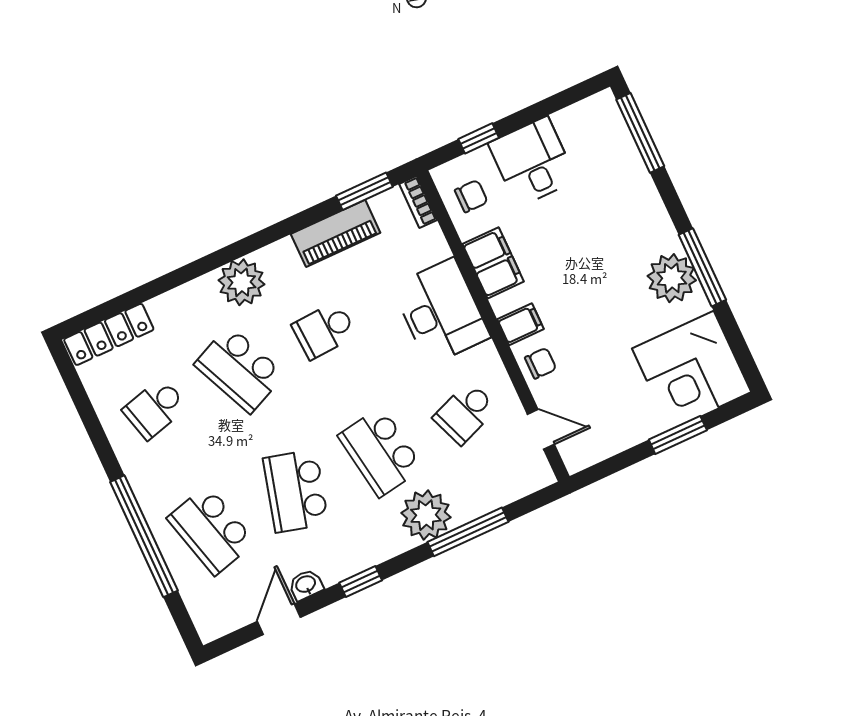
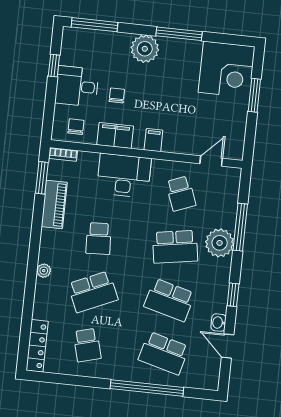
window: (479, 138) -> (54, 66), moved
plant: (672, 278) -> (145, 49), moved
plant: (242, 282) -> (44, 271), width x0.53, depth x0.53
chair: (541, 363) -> (117, 95), moved
school desk: (211, 530) -> (164, 353), turned 30

